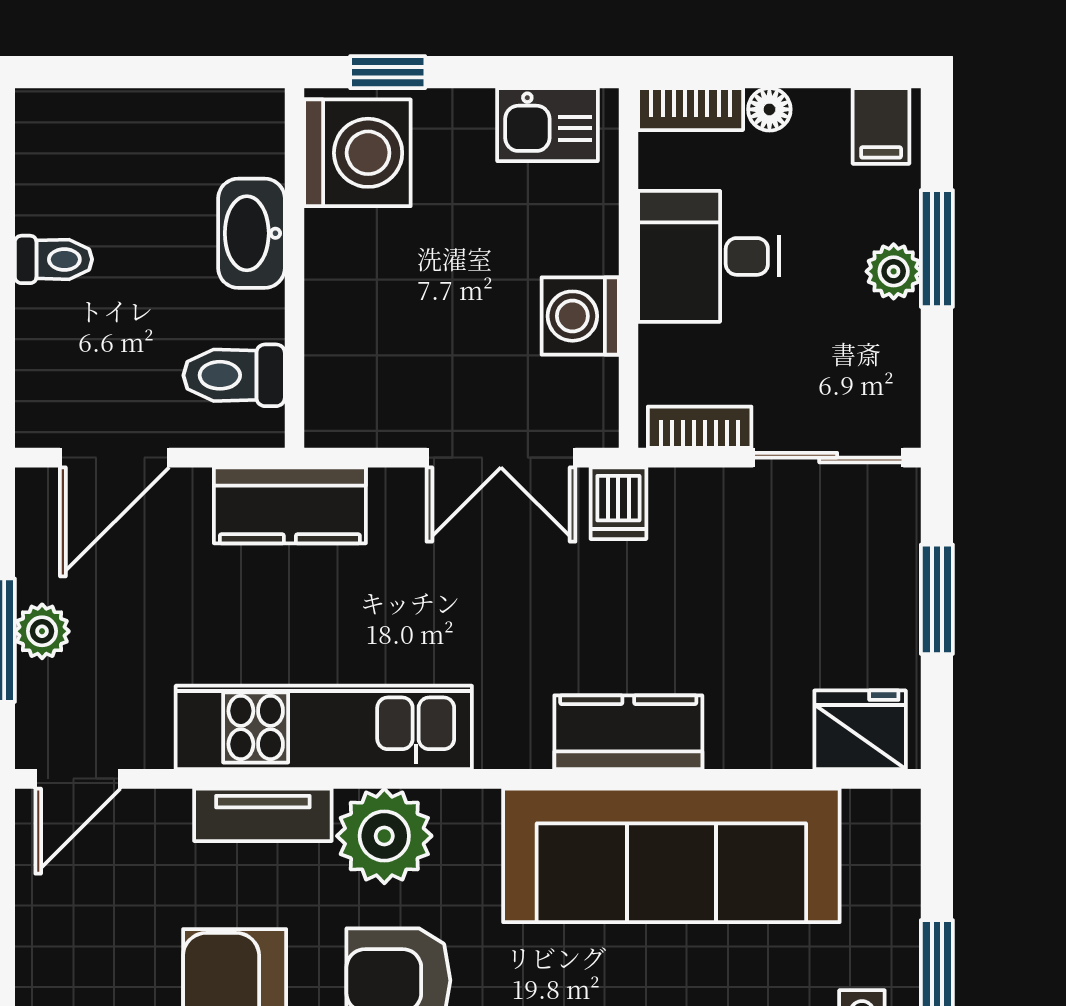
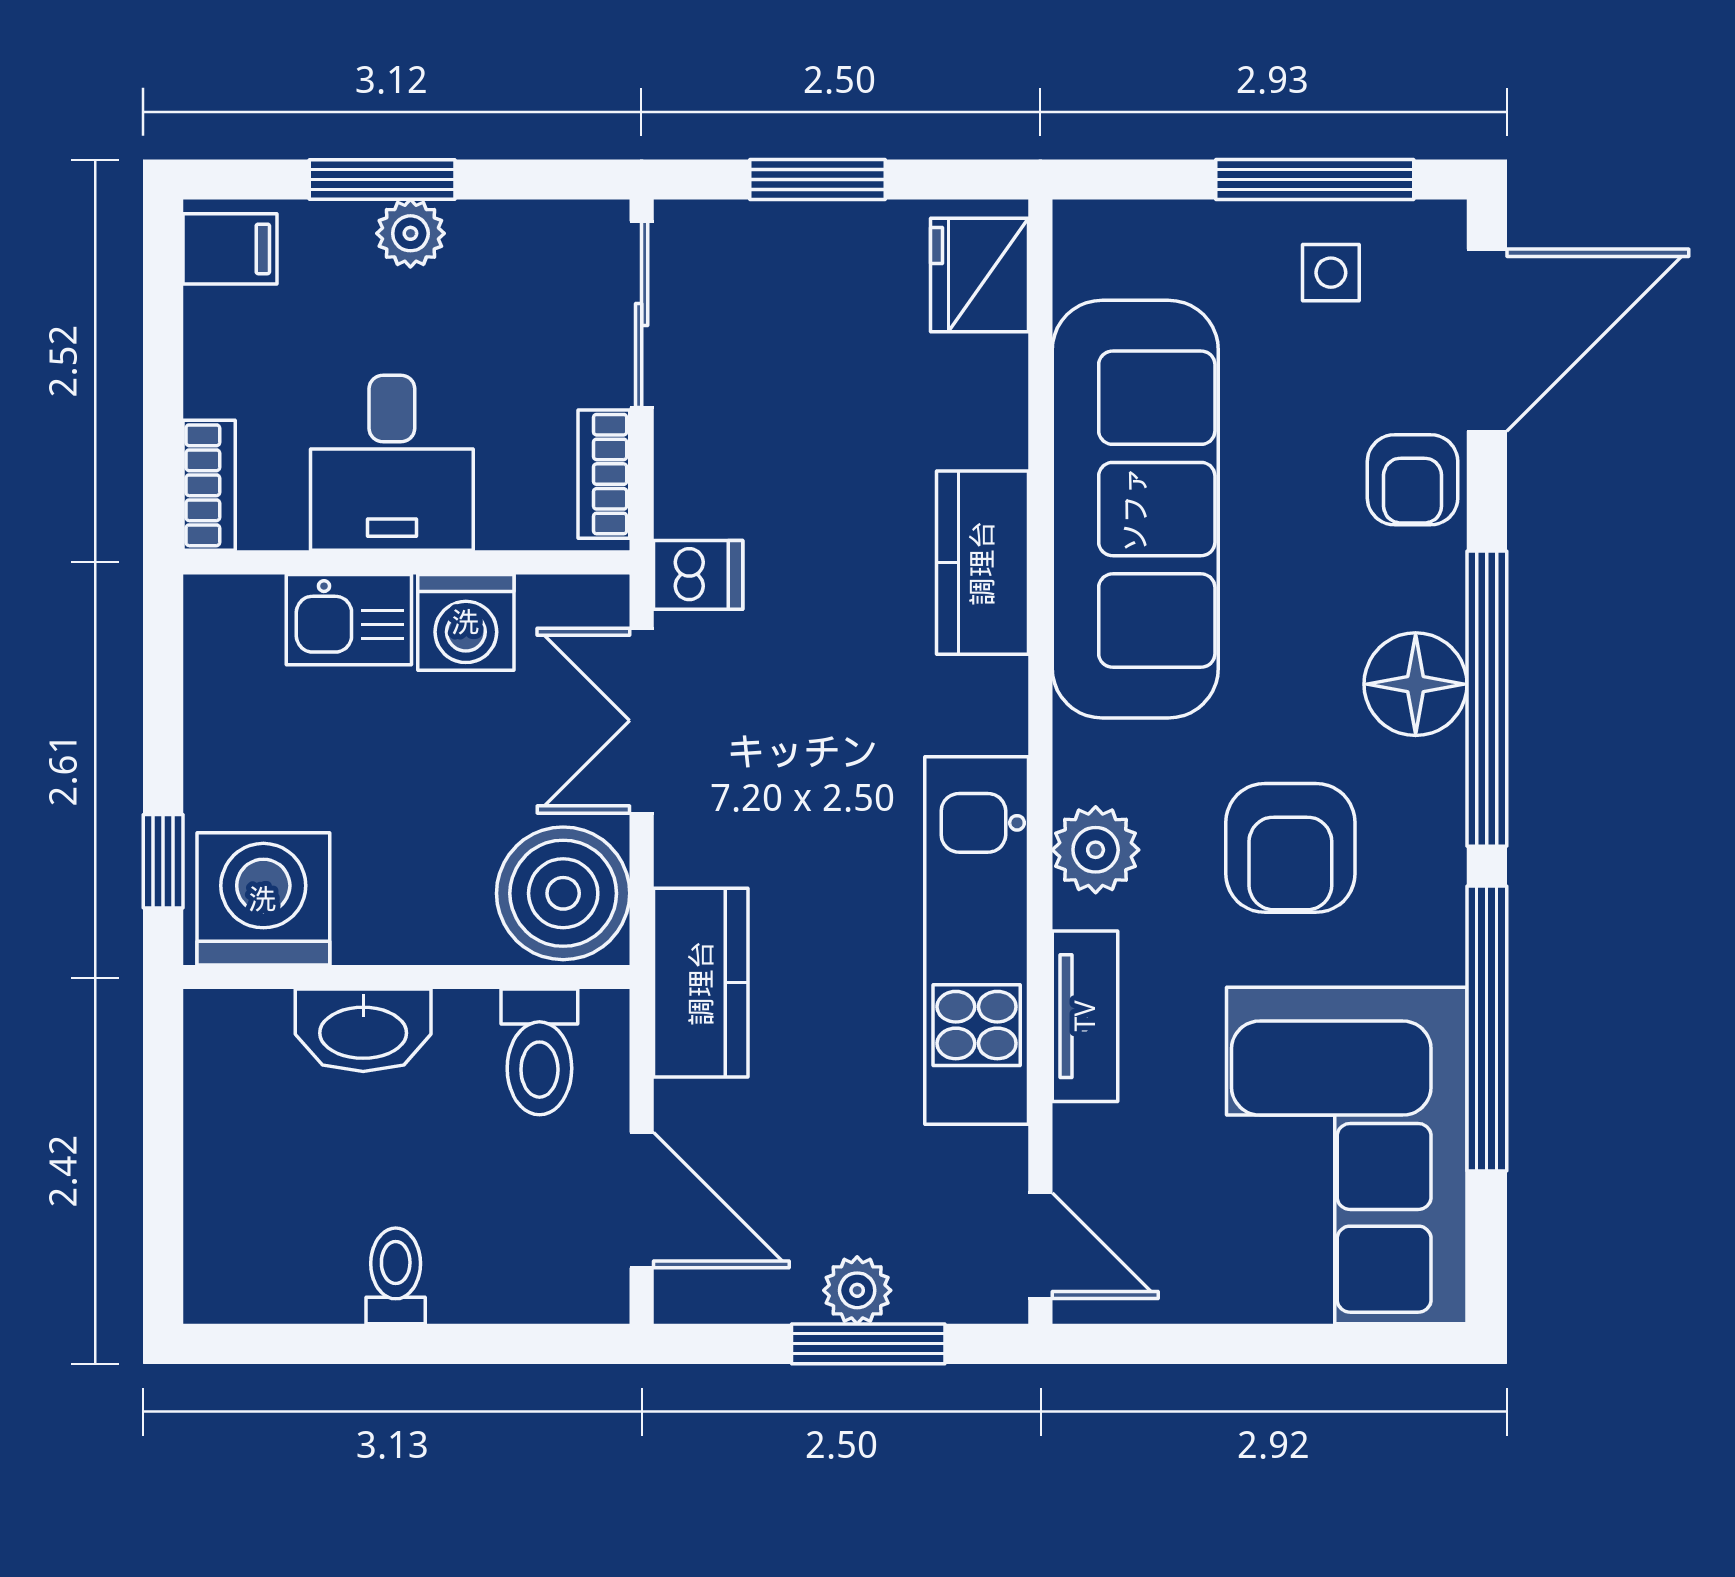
floor lamp: (769, 109) -> (209, 387), removed
kitchen sink: (547, 125) -> (349, 620), moved, turned 90
boiler: (362, 394) -> (563, 893), added
double door: (501, 458) -> (642, 721), swing flipped
plant: (384, 836) -> (1096, 850), width x0.73, depth x0.73

